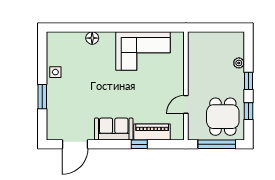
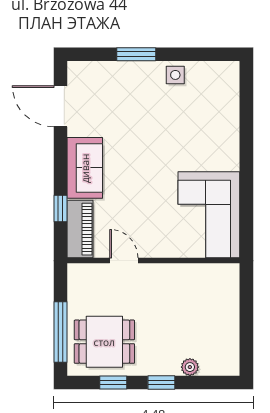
floor lamp: (92, 38) -> (230, 134), removed
wall: (186, 86) -> (153, 261), moved
door: (186, 104) -> (124, 261), moved

